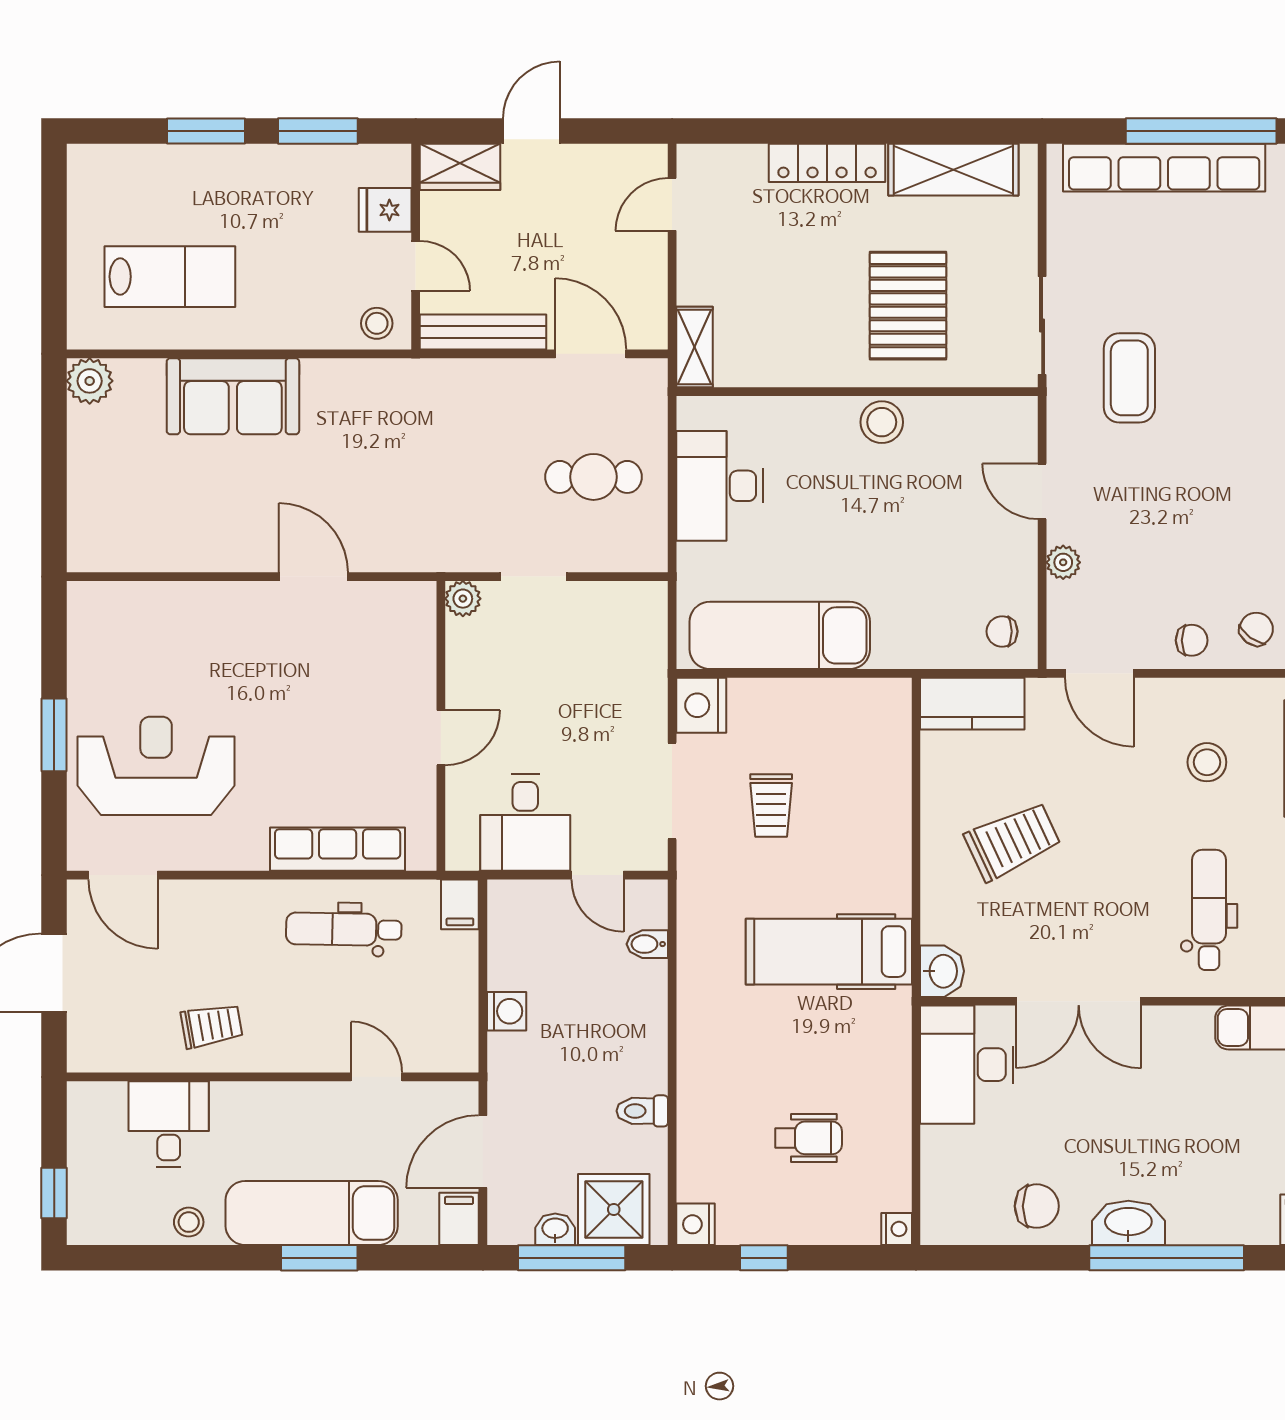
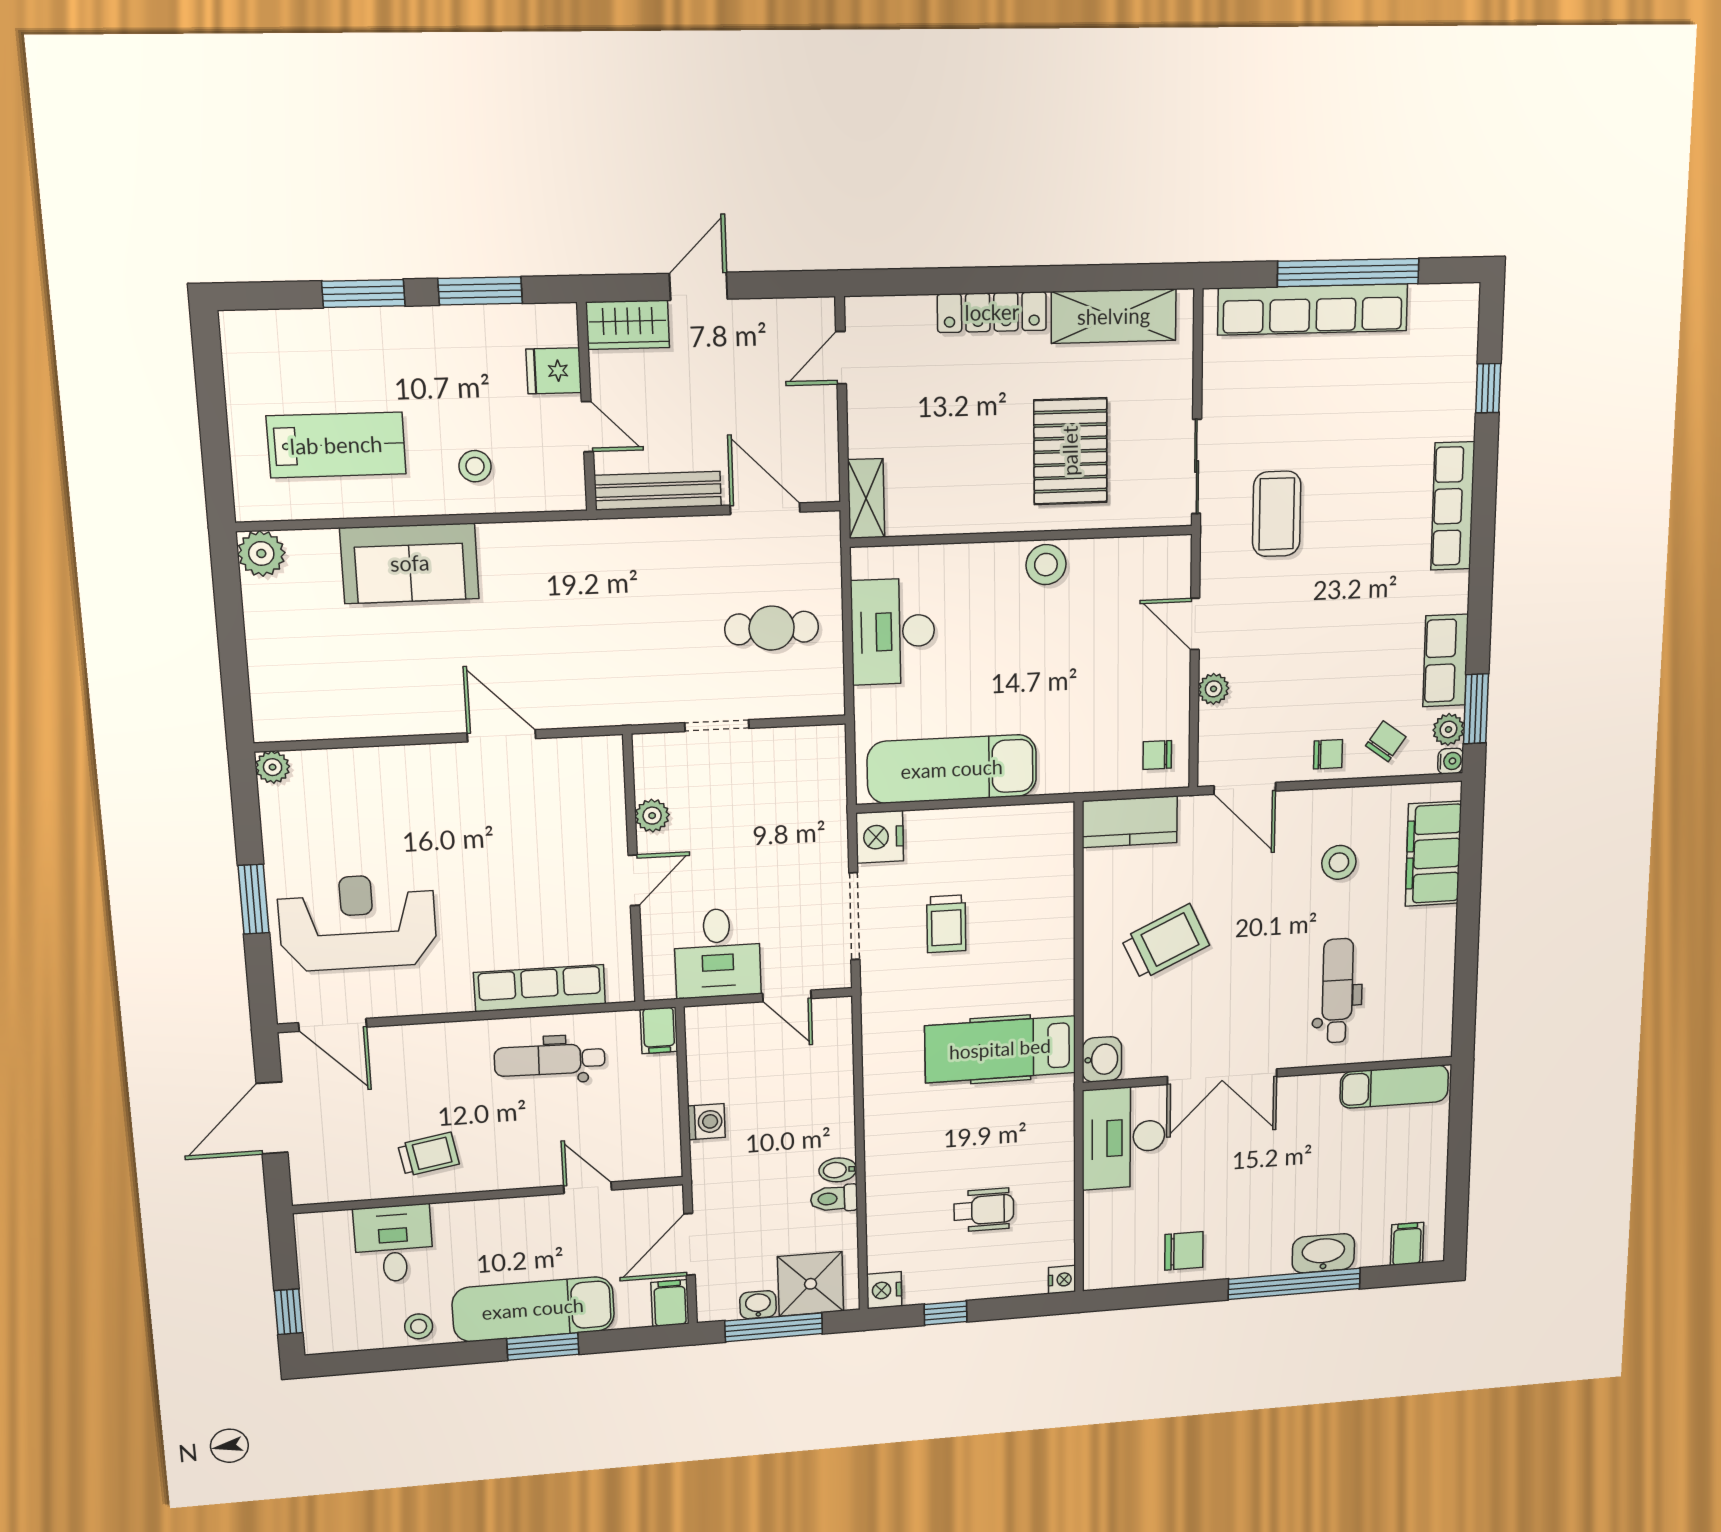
stool: (377, 323) -> (475, 466), moved
plant: (84, 598) -> (273, 767), added
plant: (463, 599) -> (652, 816), moved
bidet: (647, 944) -> (838, 1170), moved
washbasin: (1128, 1223) -> (1323, 1253), moved

